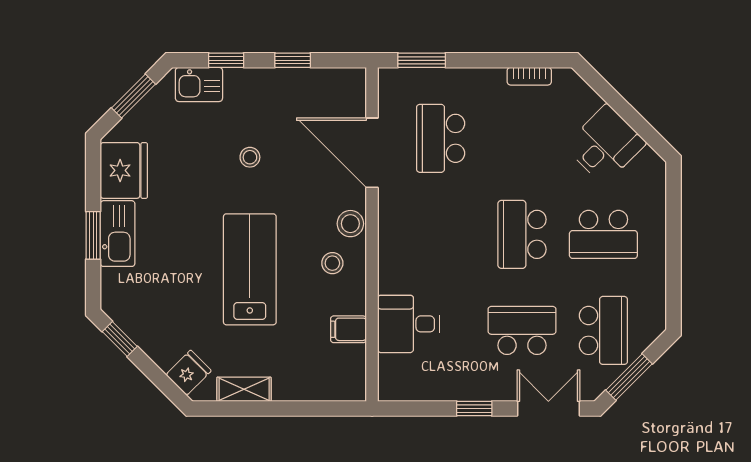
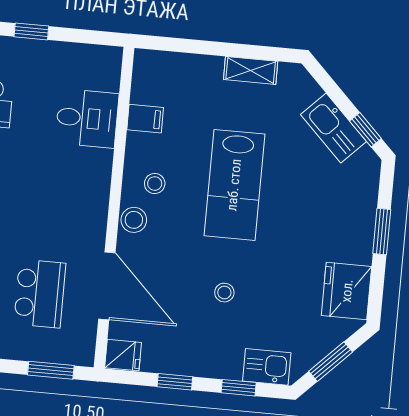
kitchen sink: (118, 234) -> (333, 128), moved, turned -45
fridge: (189, 373) -> (123, 355), moved, turned -135

